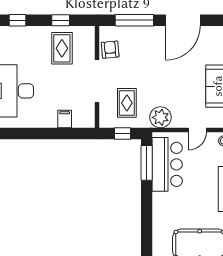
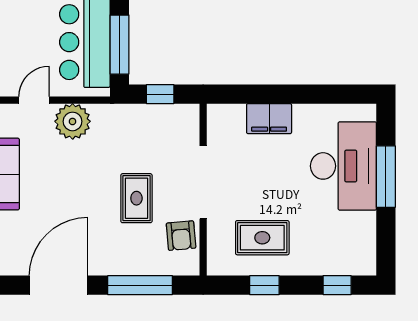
rug: (62, 48) -> (262, 238), turned 90
rug: (127, 103) -> (136, 198), moved
plant: (160, 117) -> (73, 121), moved
filing cabinet: (65, 119) -> (269, 119), width x2.00

